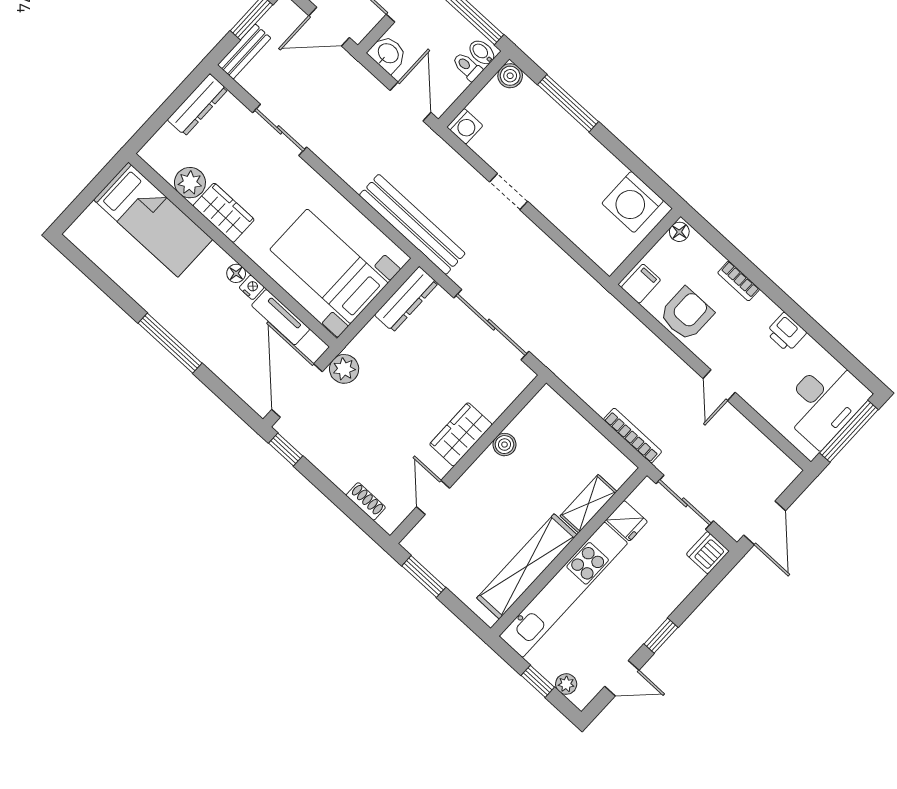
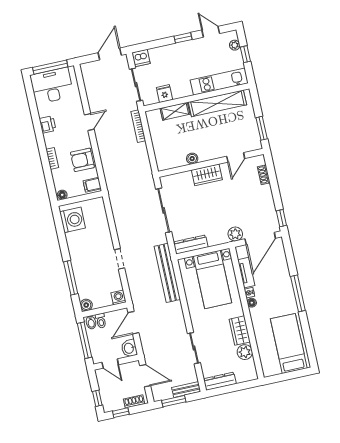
bed: (153, 220) -> (289, 343), moved
kitchen unit: (563, 590) -> (219, 82), width x0.73

